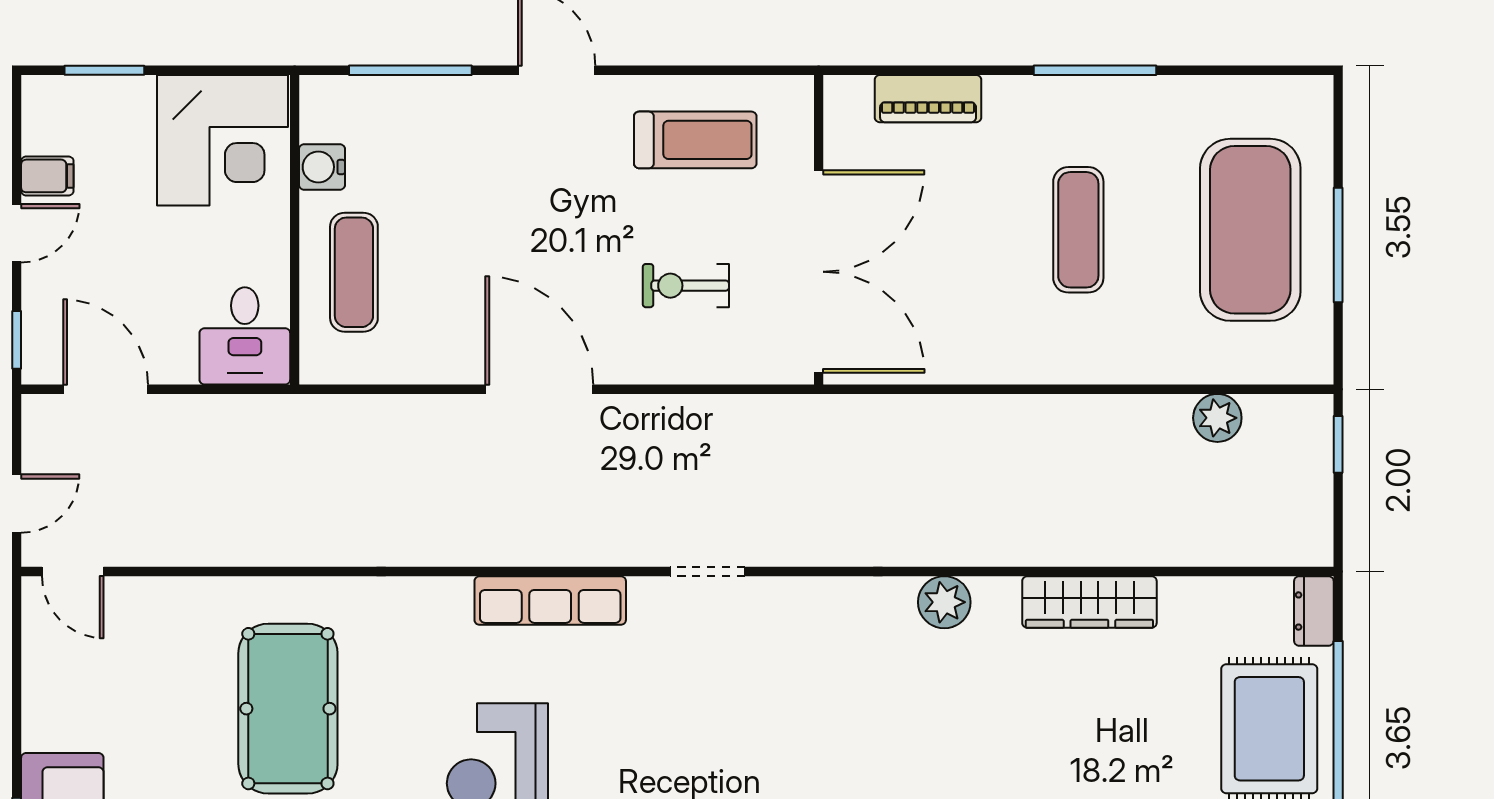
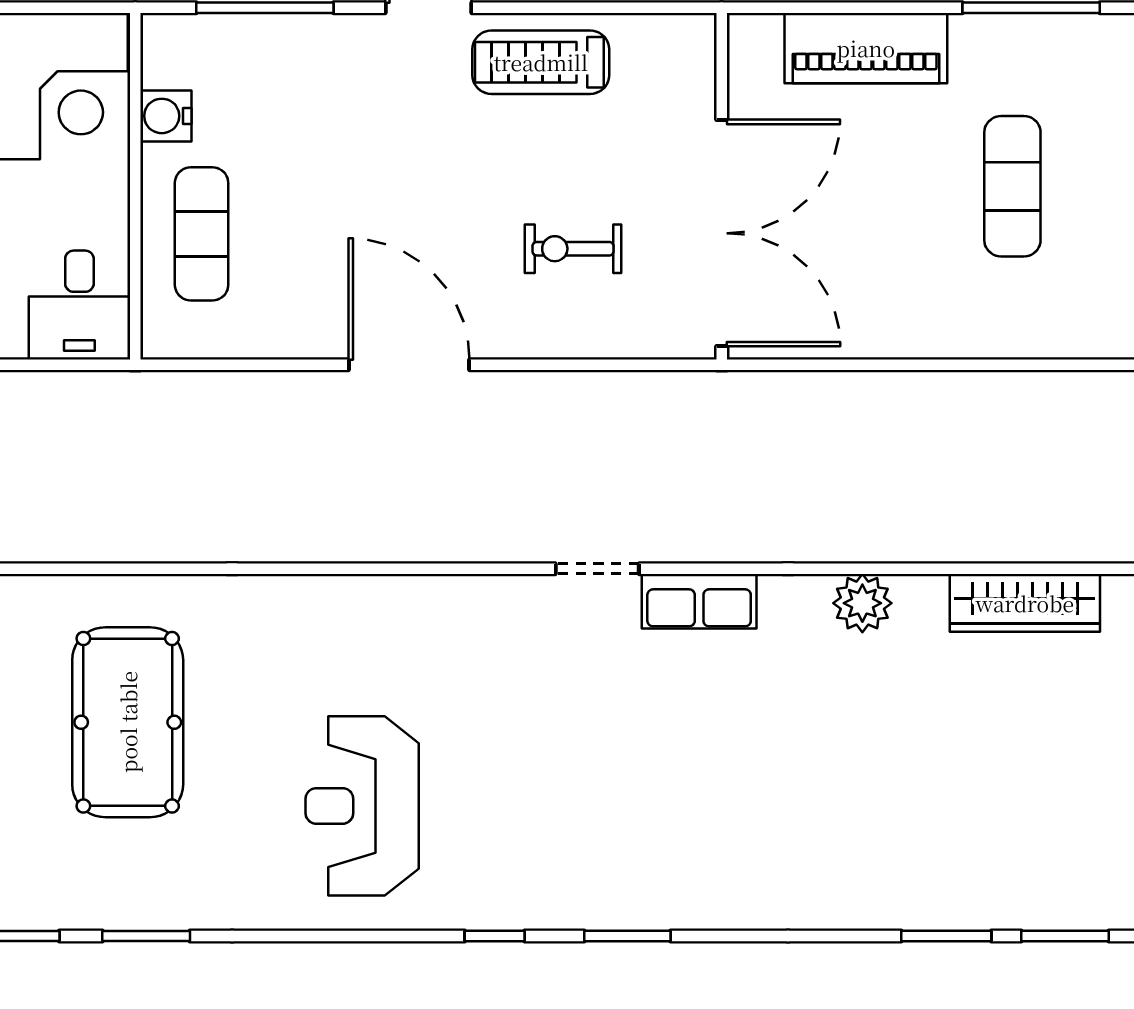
piano: (928, 99) -> (866, 48), width x1.37, depth x1.33
treadmill: (695, 140) -> (541, 62), moved, turned 180
row of seats: (550, 601) -> (699, 601), moved, width x0.68

